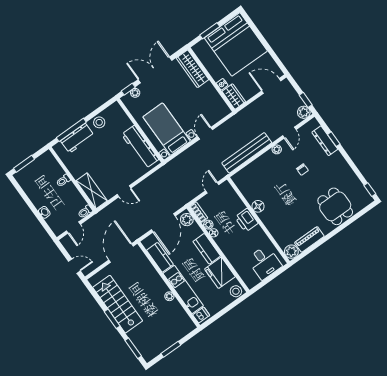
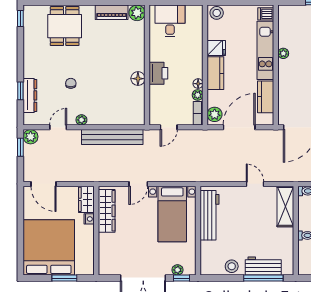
wardrobe: (193, 69) -> (107, 211), moved
fridge: (220, 273) -> (216, 48), width x0.53, depth x0.75

